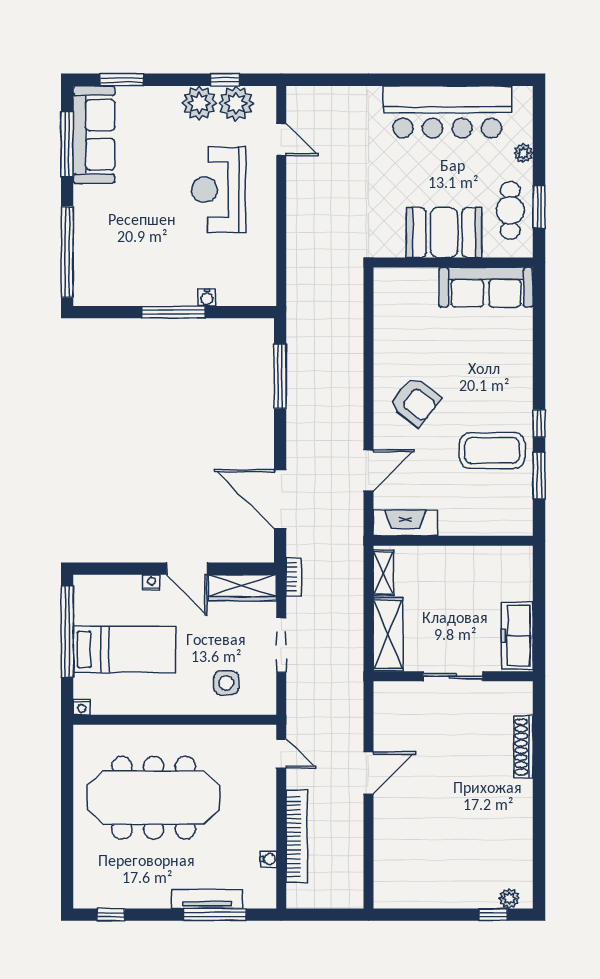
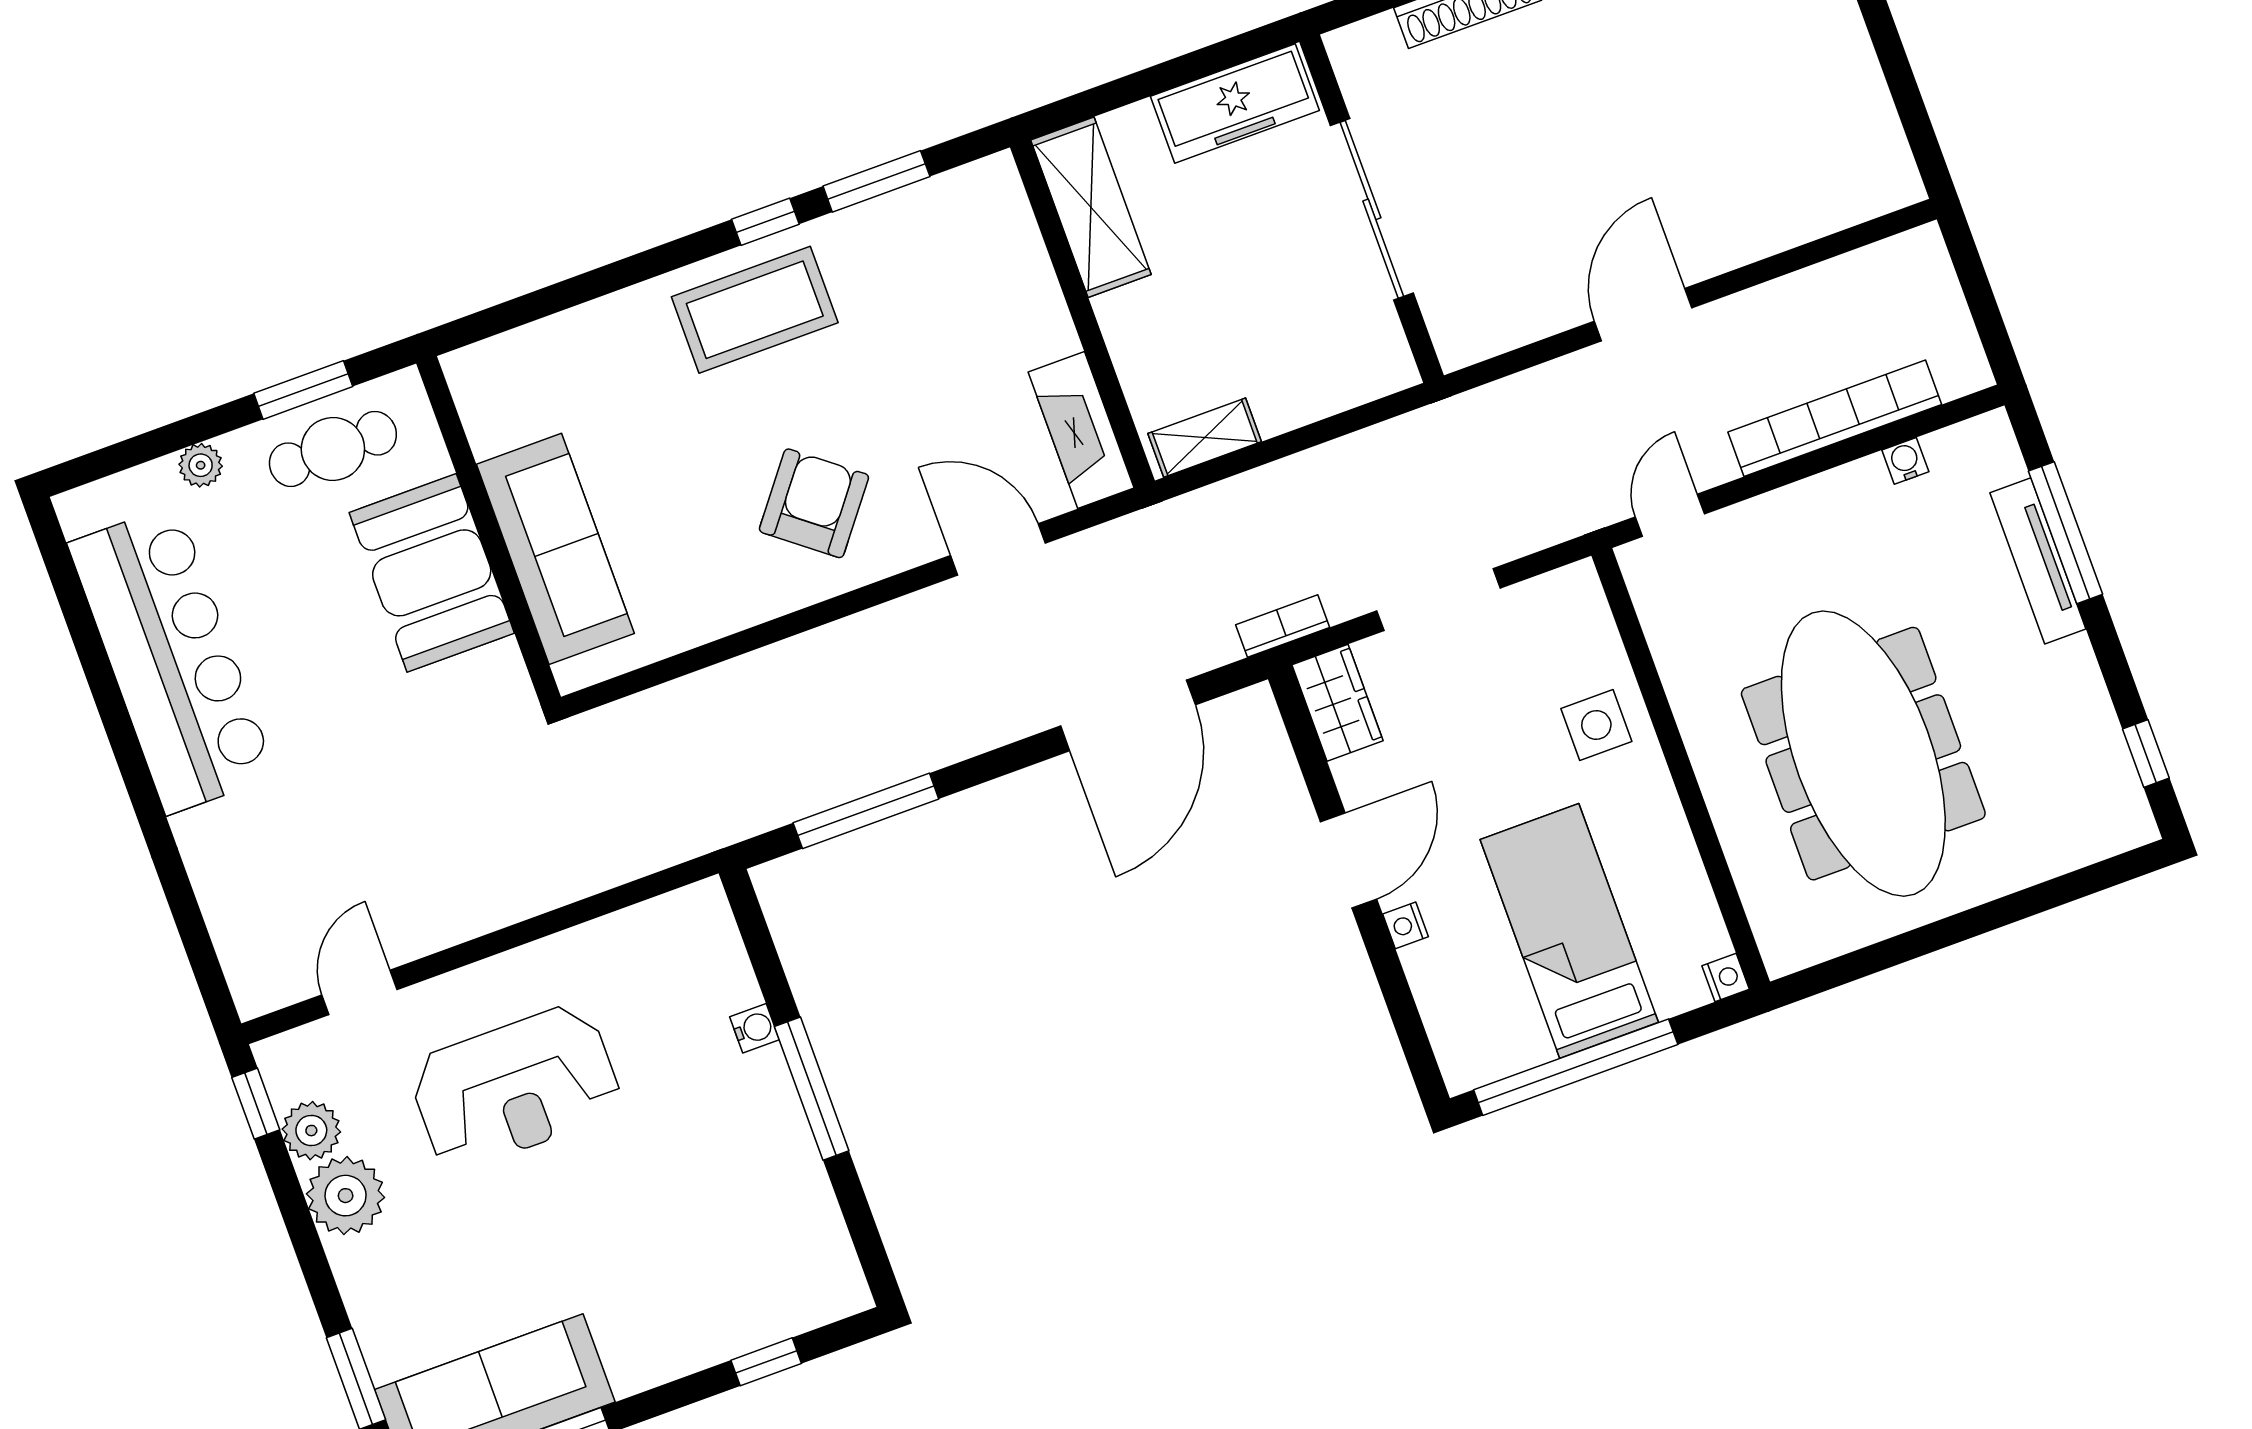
window: (225, 80) -> (256, 1104), moved
plant: (236, 103) -> (311, 1131), width x0.73, depth x0.73
window: (67, 252) -> (766, 1362), width x0.32
sofa: (486, 287) -> (555, 549), moved
coffee table: (492, 450) -> (755, 310), moved, turned 90
wardrobe: (243, 588) -> (1338, 703), width x0.67
shelving: (388, 634) -> (1091, 207), moved, turned 90
sliding door: (453, 676) -> (1372, 209), width x1.37
side table: (226, 683) -> (1596, 725), moved
door: (368, 773) -> (1643, 315), hinge flipped

